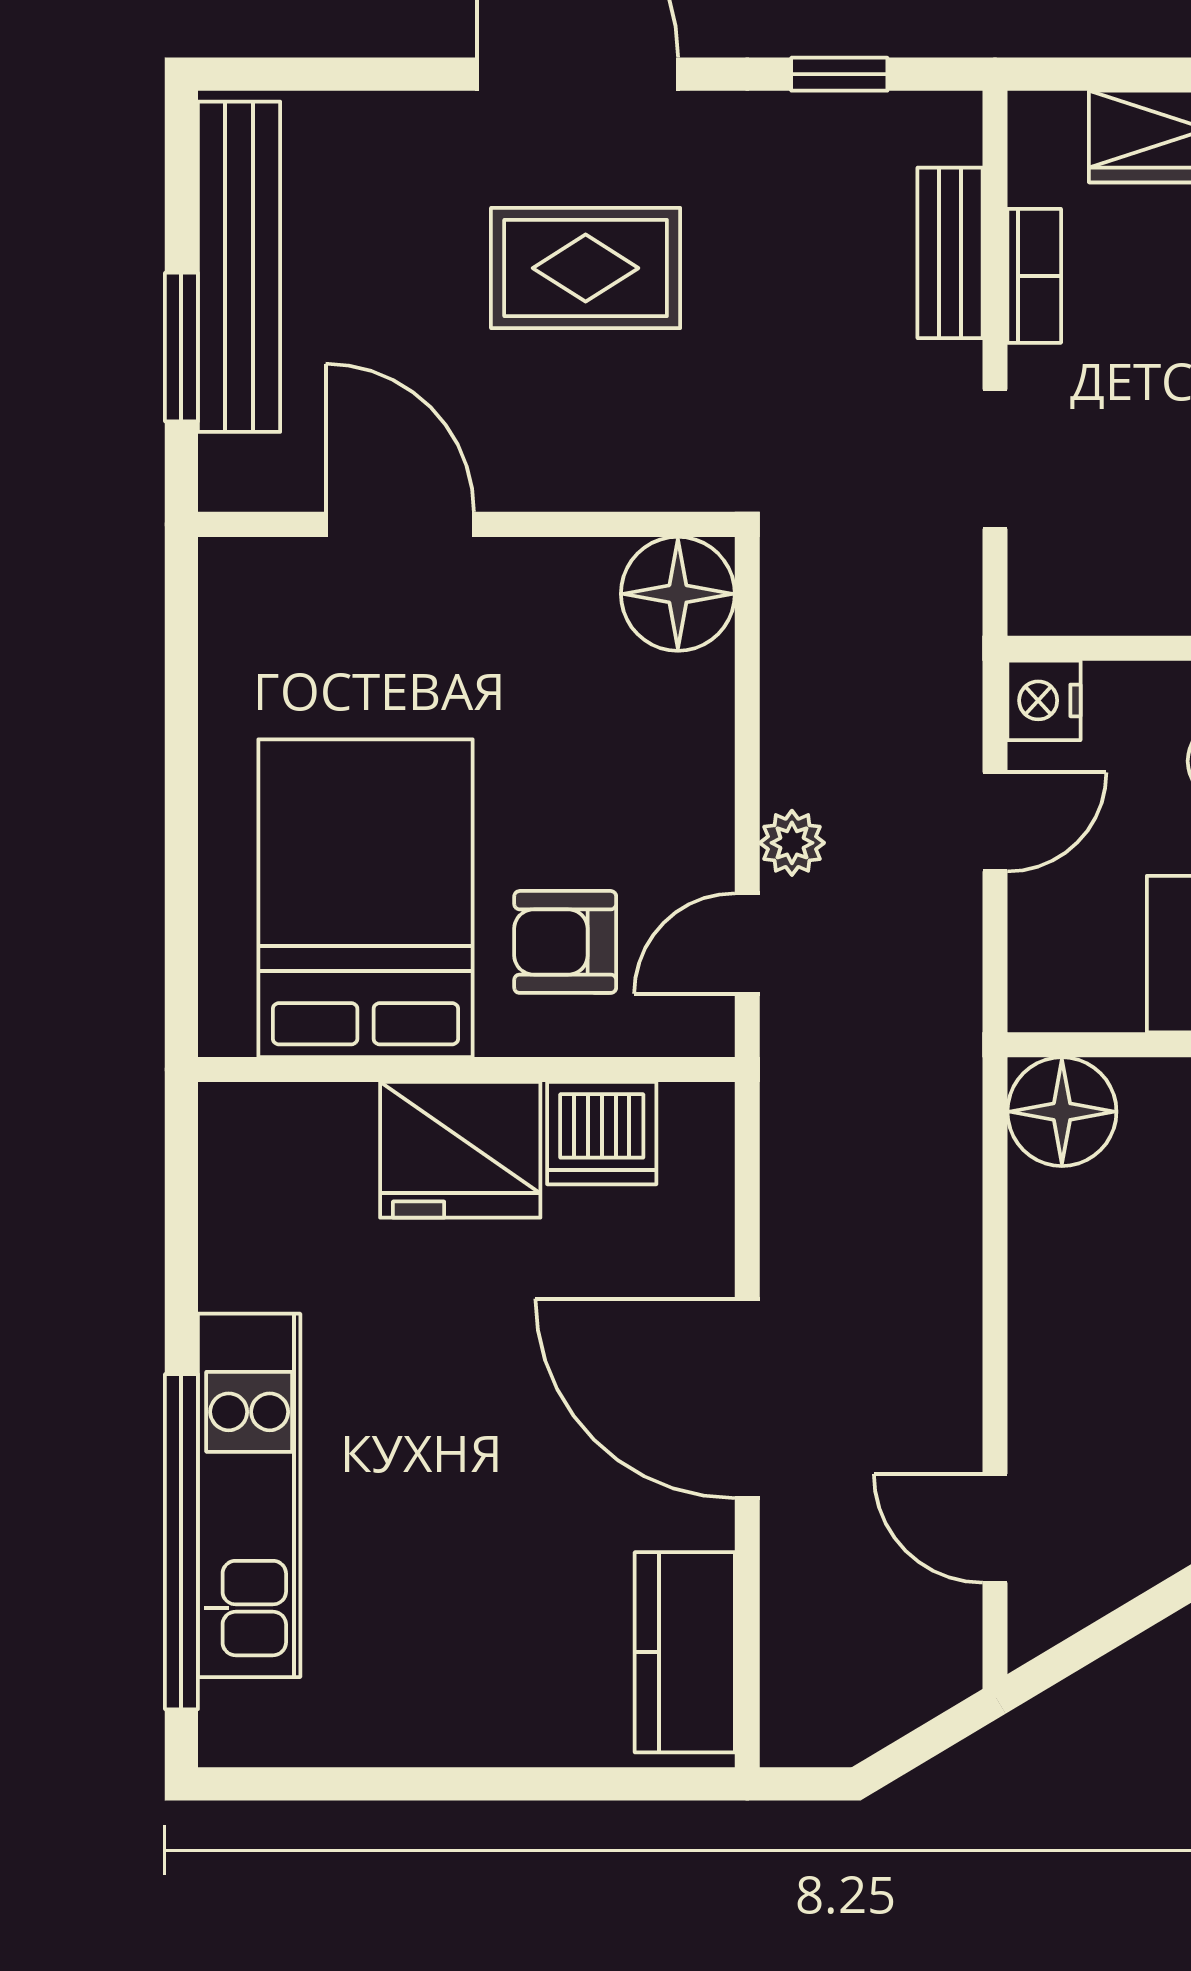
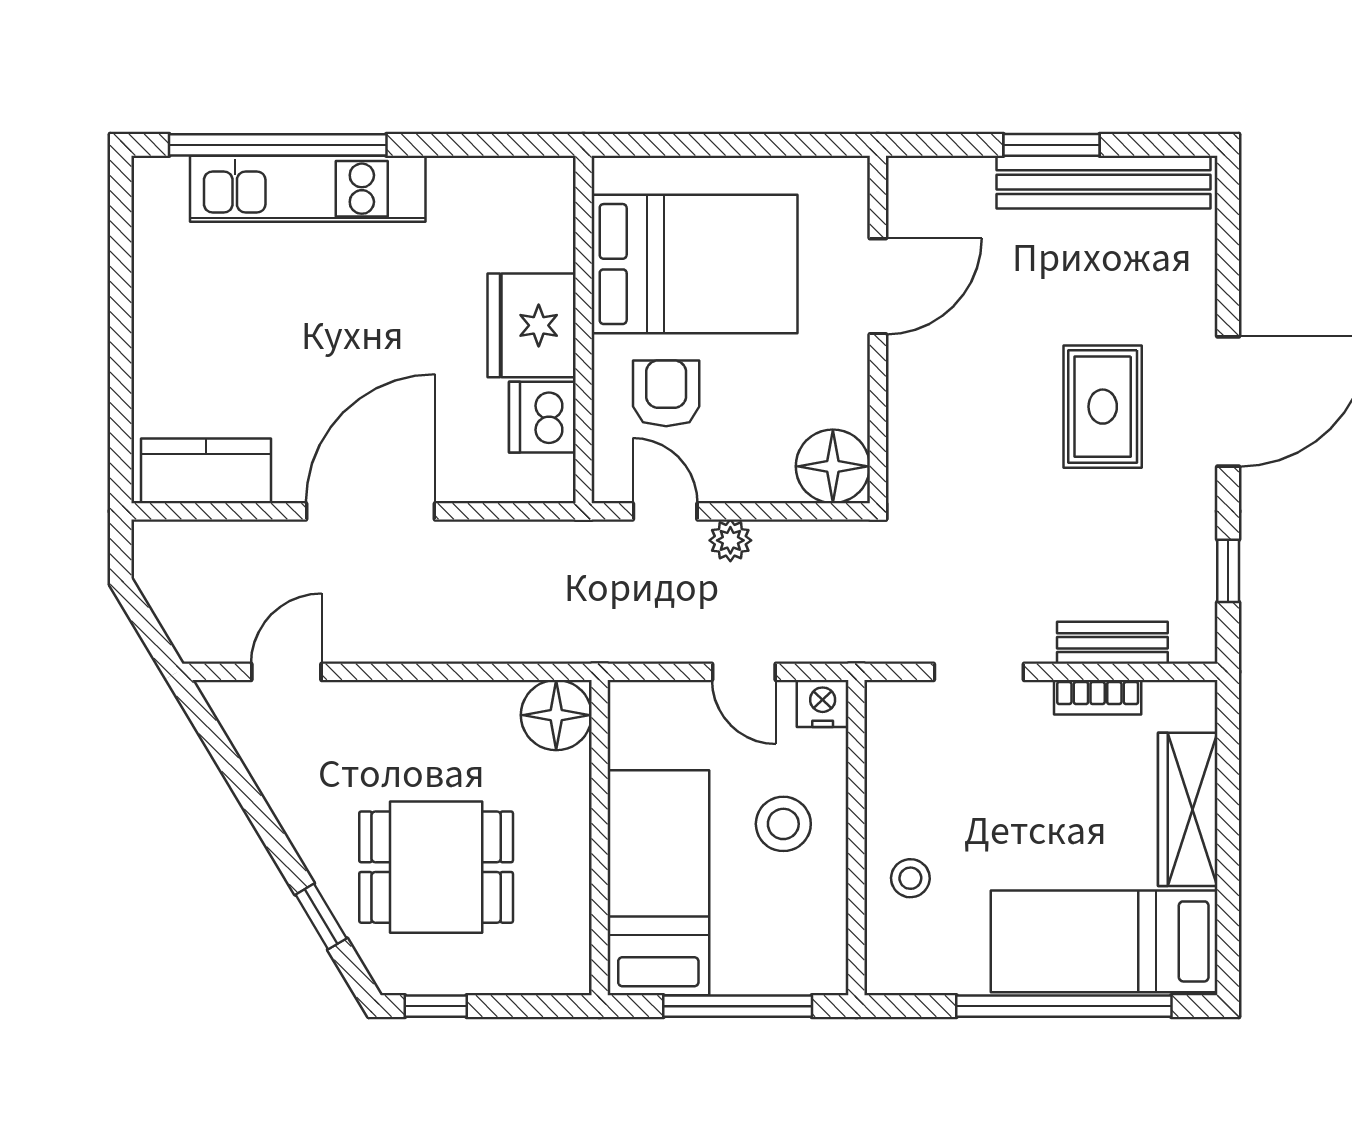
door: (400, 524) -> (878, 286), moved
wall: (466, 524) -> (878, 329), moved
floor lamp: (678, 594) -> (833, 466), moved

